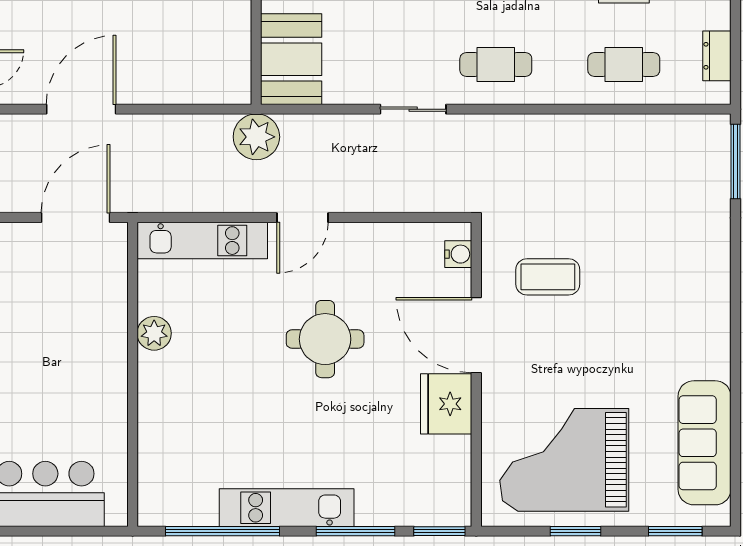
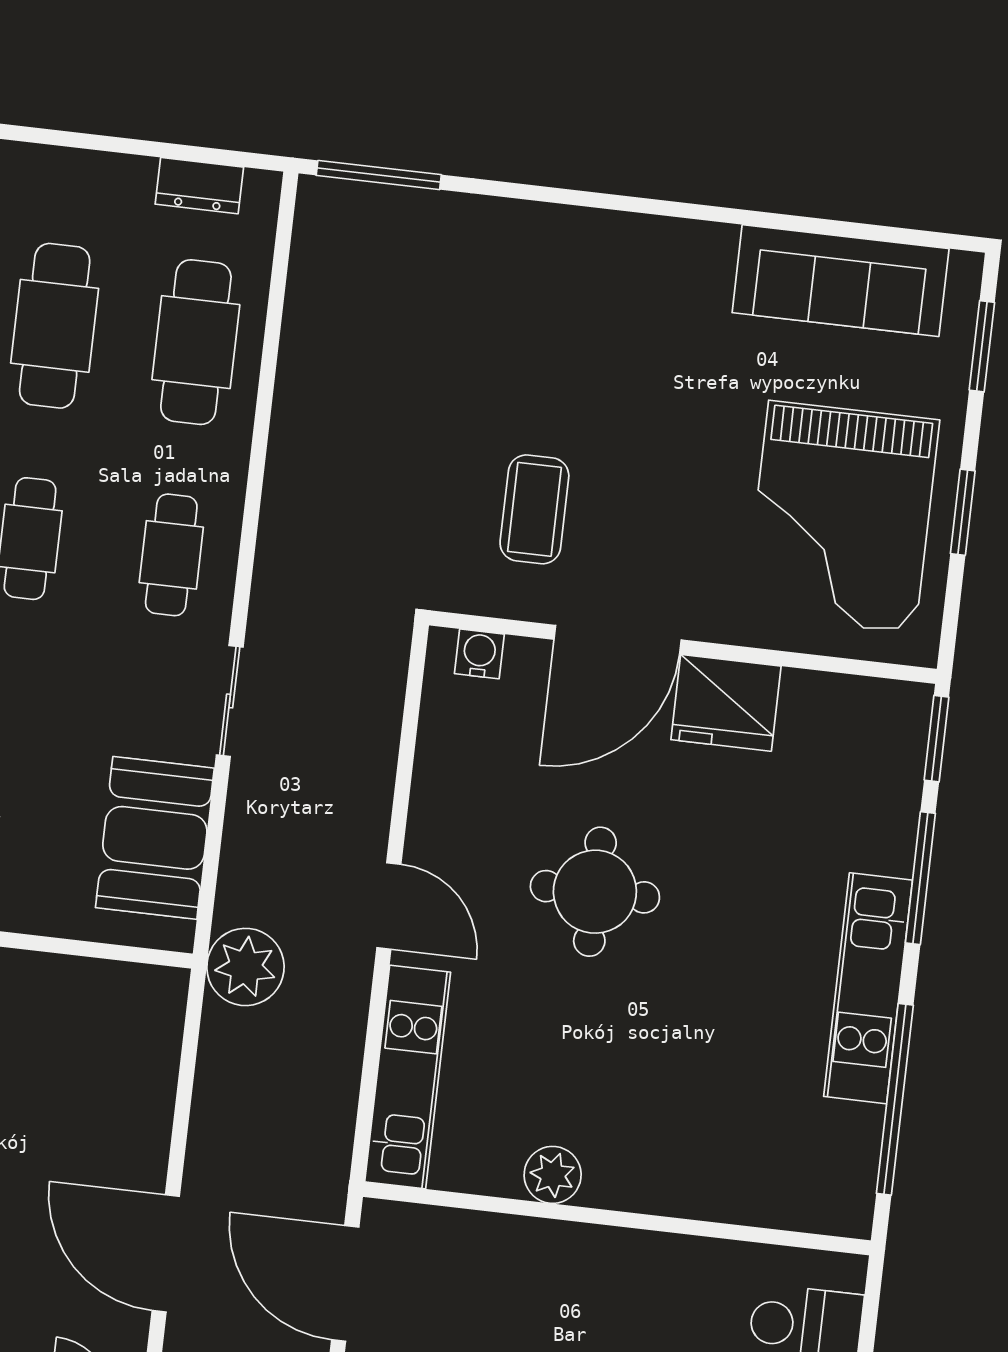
booth: (291, 59) -> (155, 838), moved, turned 90
cafe table: (624, 64) -> (196, 342), width x1.37, depth x1.35

